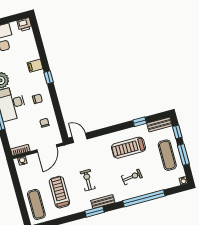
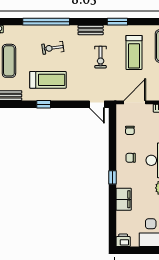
filing cabinet: (35, 66) -> (124, 199), width x2.00
window: (140, 122) -> (44, 104), moved
window: (94, 212) -> (117, 22), moved

